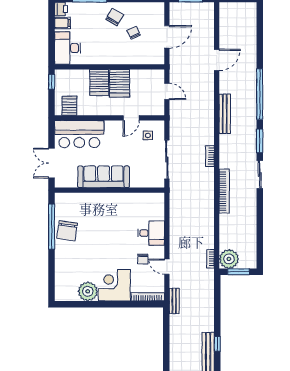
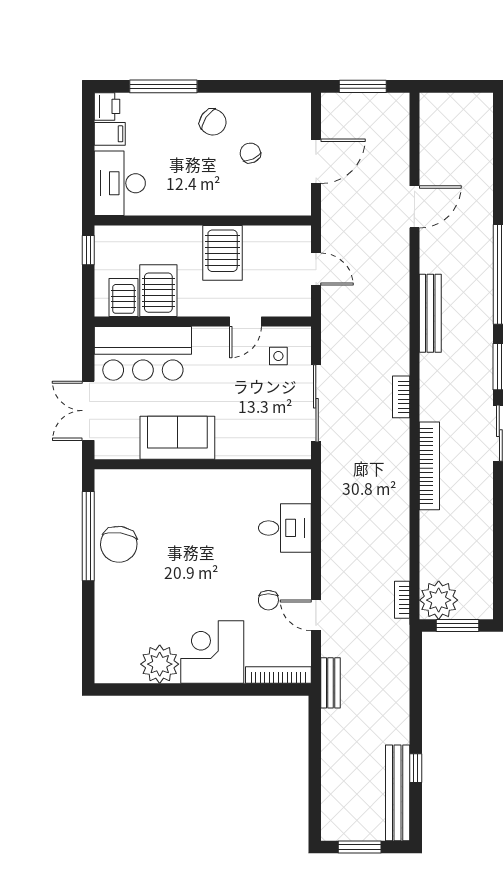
chair: (115, 17) -> (213, 122), turned 94
server rack: (99, 83) -> (158, 291), moved, turned 180
sofa: (104, 177) -> (177, 438), width x0.73
desk: (151, 233) -> (285, 528), moved

